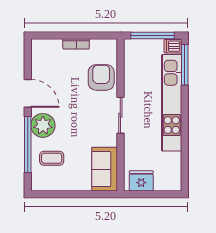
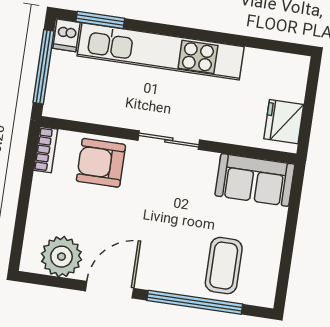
bookcase: (76, 44) -> (46, 150), moved
window: (185, 65) -> (100, 20), width x0.69
plant: (43, 125) -> (61, 257), moved
coffee table: (52, 158) -> (224, 266), width x1.36, depth x1.30

